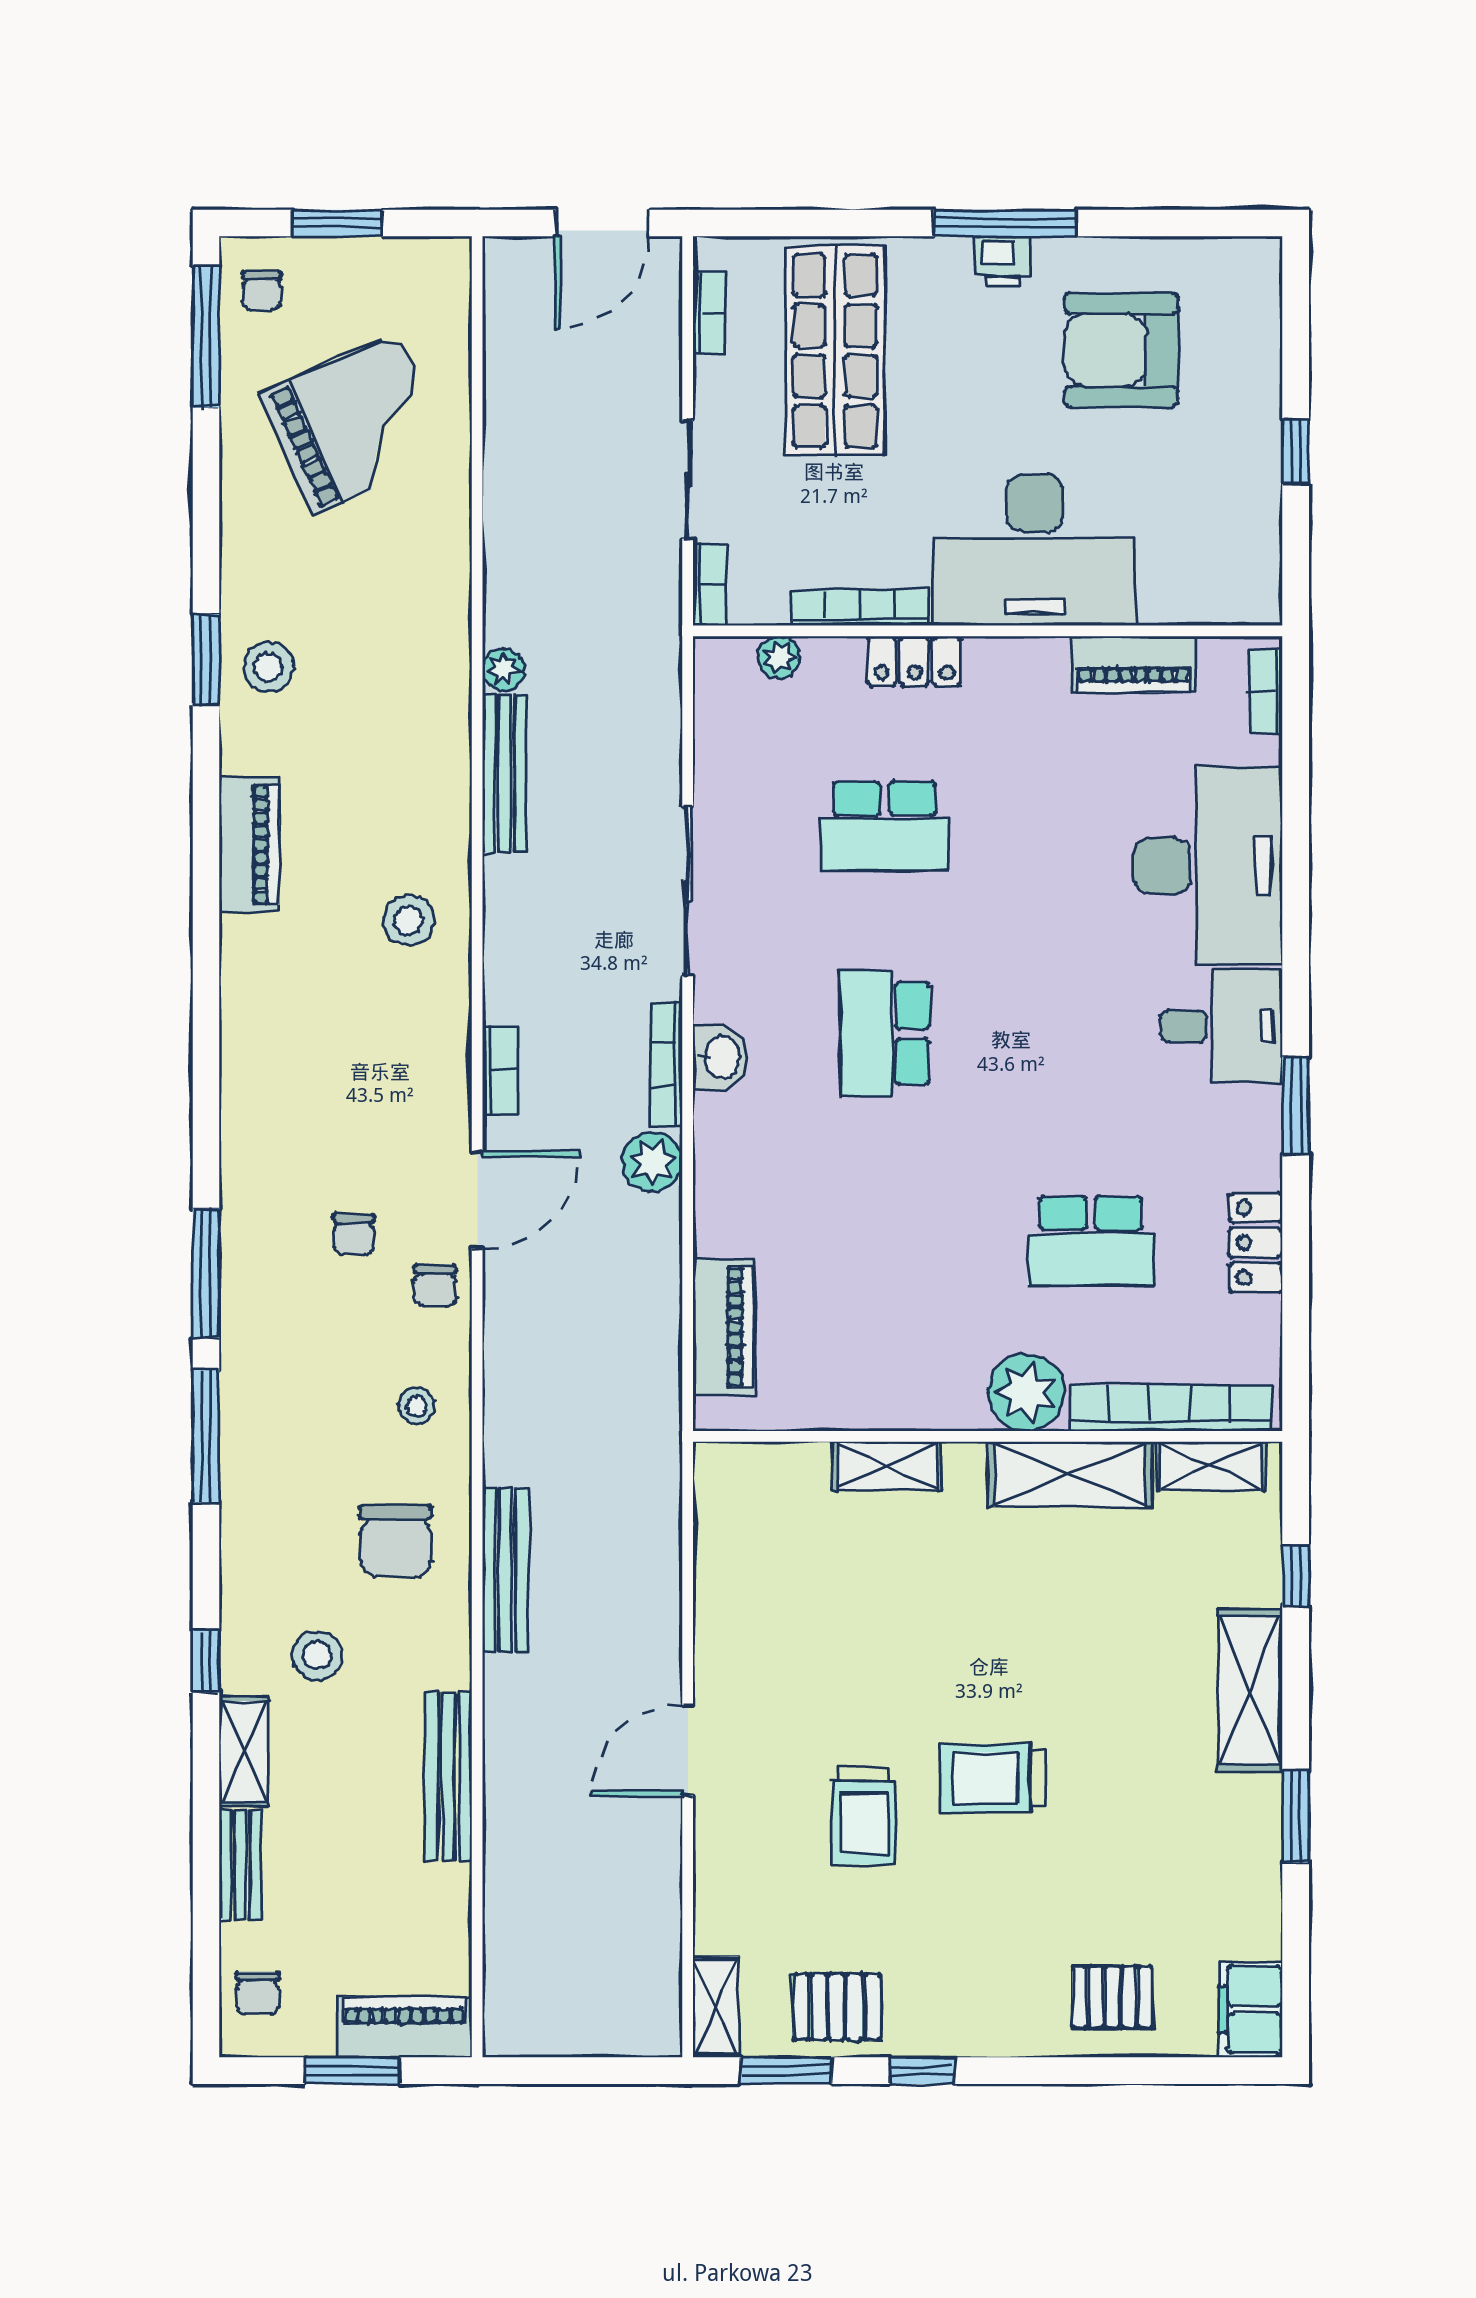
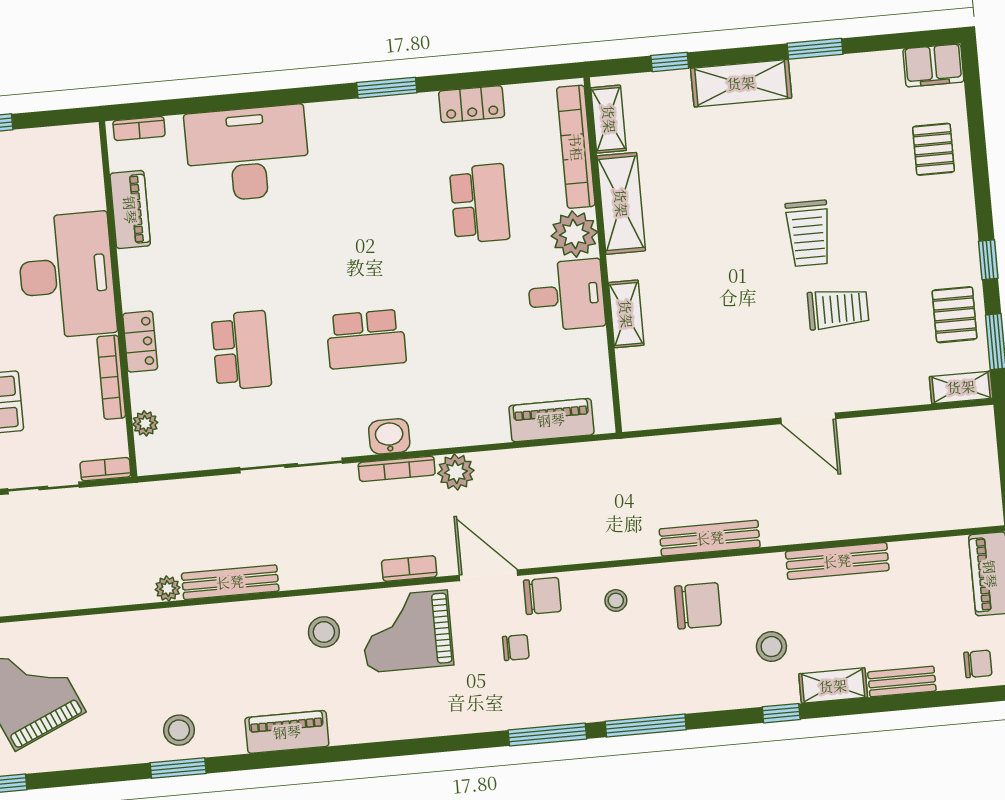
desk: (1221, 1026) -> (566, 295), moved, turned 90
grand piano: (397, 1057) -> (407, 631), added
chair: (435, 1286) -> (542, 596), width x1.37, depth x1.37

